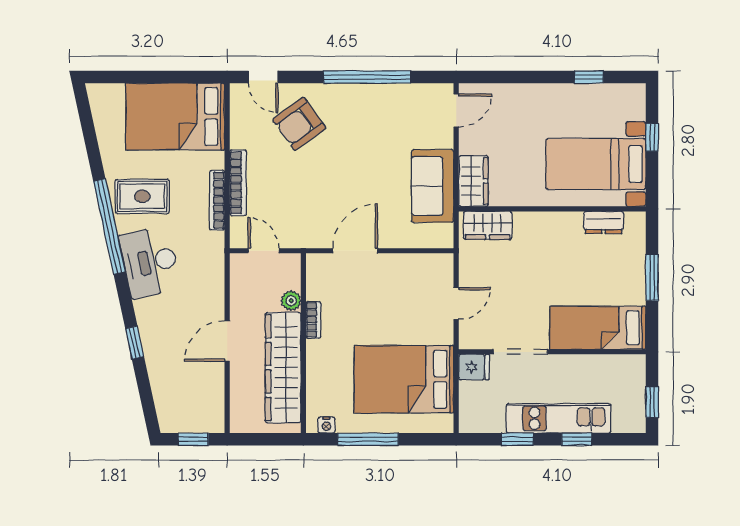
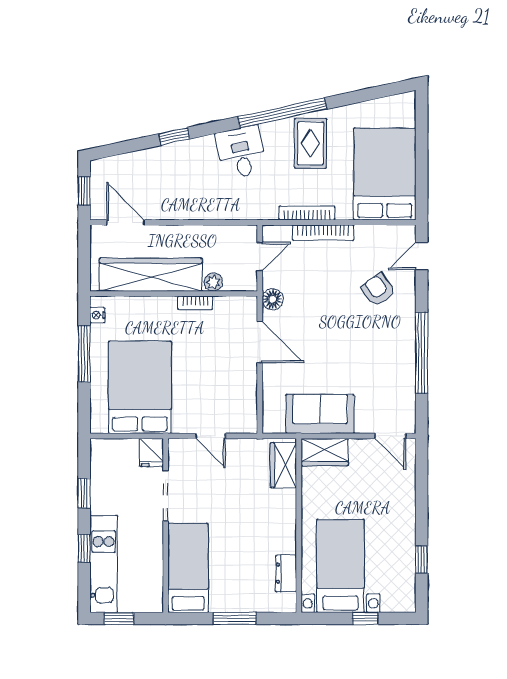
armchair: (299, 124) -> (378, 290), width x0.72, depth x0.72
floor lamp: (310, 237) -> (273, 299), added
desk: (150, 262) -> (241, 152), width x0.73
door: (227, 341) -> (125, 222), moved
kitchen unit: (559, 418) -> (104, 564), moved

